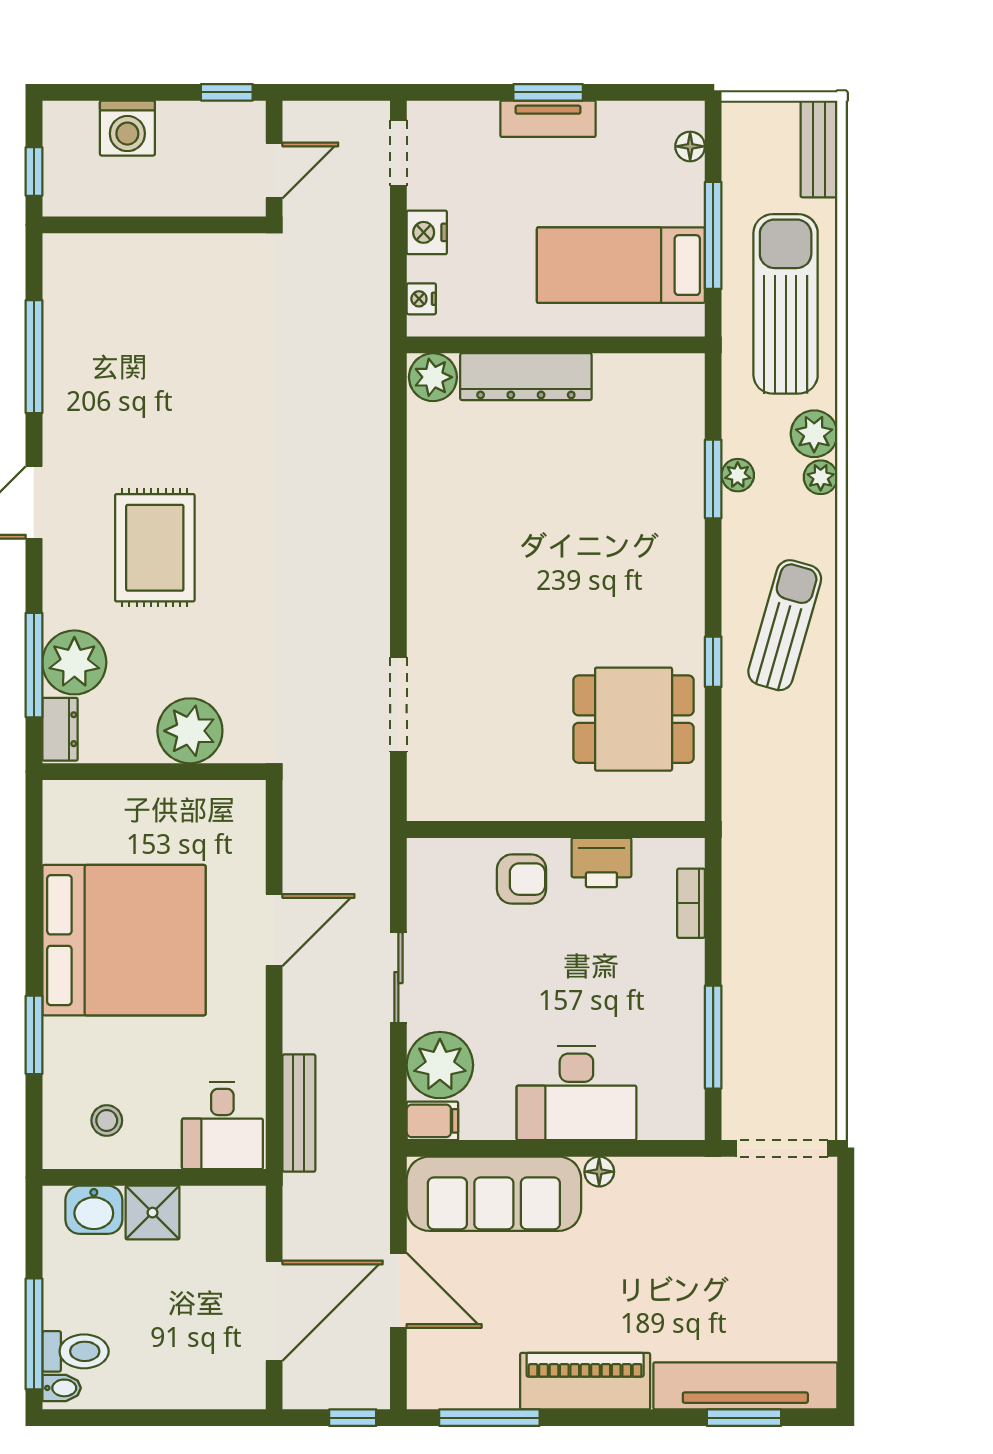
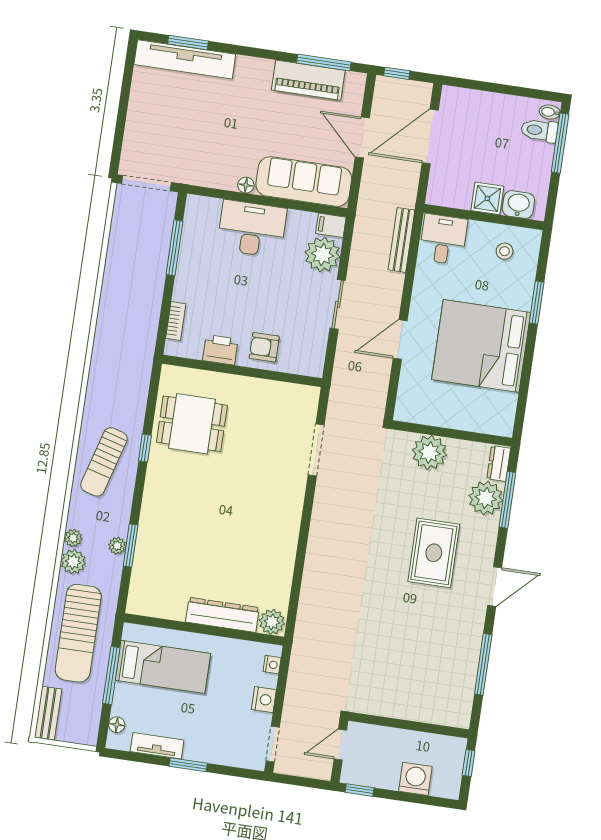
tv unit: (548, 119) -> (157, 746), moved
piano: (585, 1381) -> (308, 80), moved

